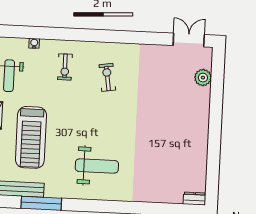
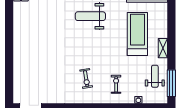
plant: (203, 78) -> (19, 82), removed

